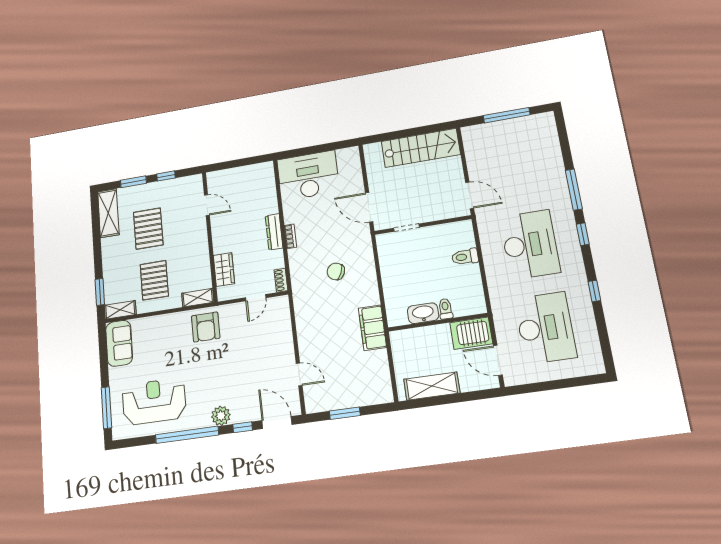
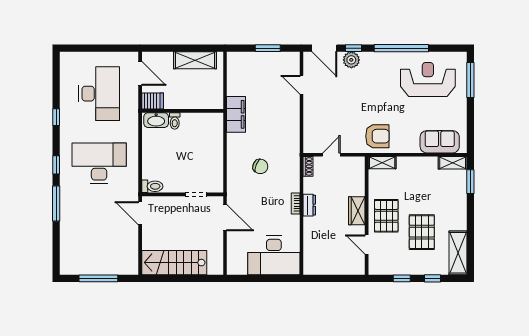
window: (133, 182) -> (433, 278), width x0.67
dresser: (274, 232) -> (309, 205), width x0.70
desk: (530, 245) -> (99, 163), turned 90
toilet: (465, 257) -> (152, 186), moved
wardrobe: (224, 270) -> (357, 211), moved
pallet: (154, 280) -> (386, 216), moved
washbasin: (423, 313) -> (156, 120), moved
armchair: (206, 327) -> (377, 136), turned 90
desk: (545, 328) -> (99, 94), turned 180
server rack: (471, 333) -> (153, 101), width x0.73, depth x0.70
sofa: (119, 343) -> (440, 142), moved, turned 90
reception desk: (154, 401) -> (428, 80), turned 180
plant: (221, 416) -> (351, 60), moved

